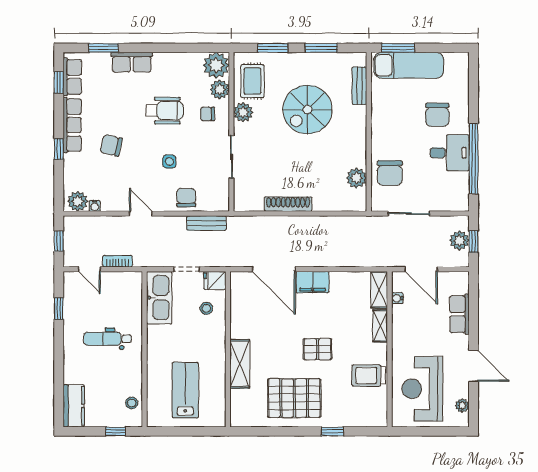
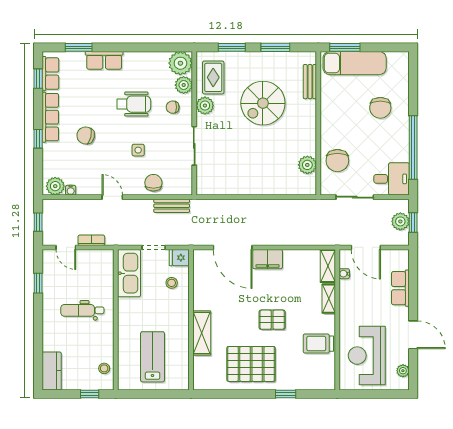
desk: (450, 153) -> (392, 179), moved
shoe rack: (288, 204) -> (245, 189), removed

